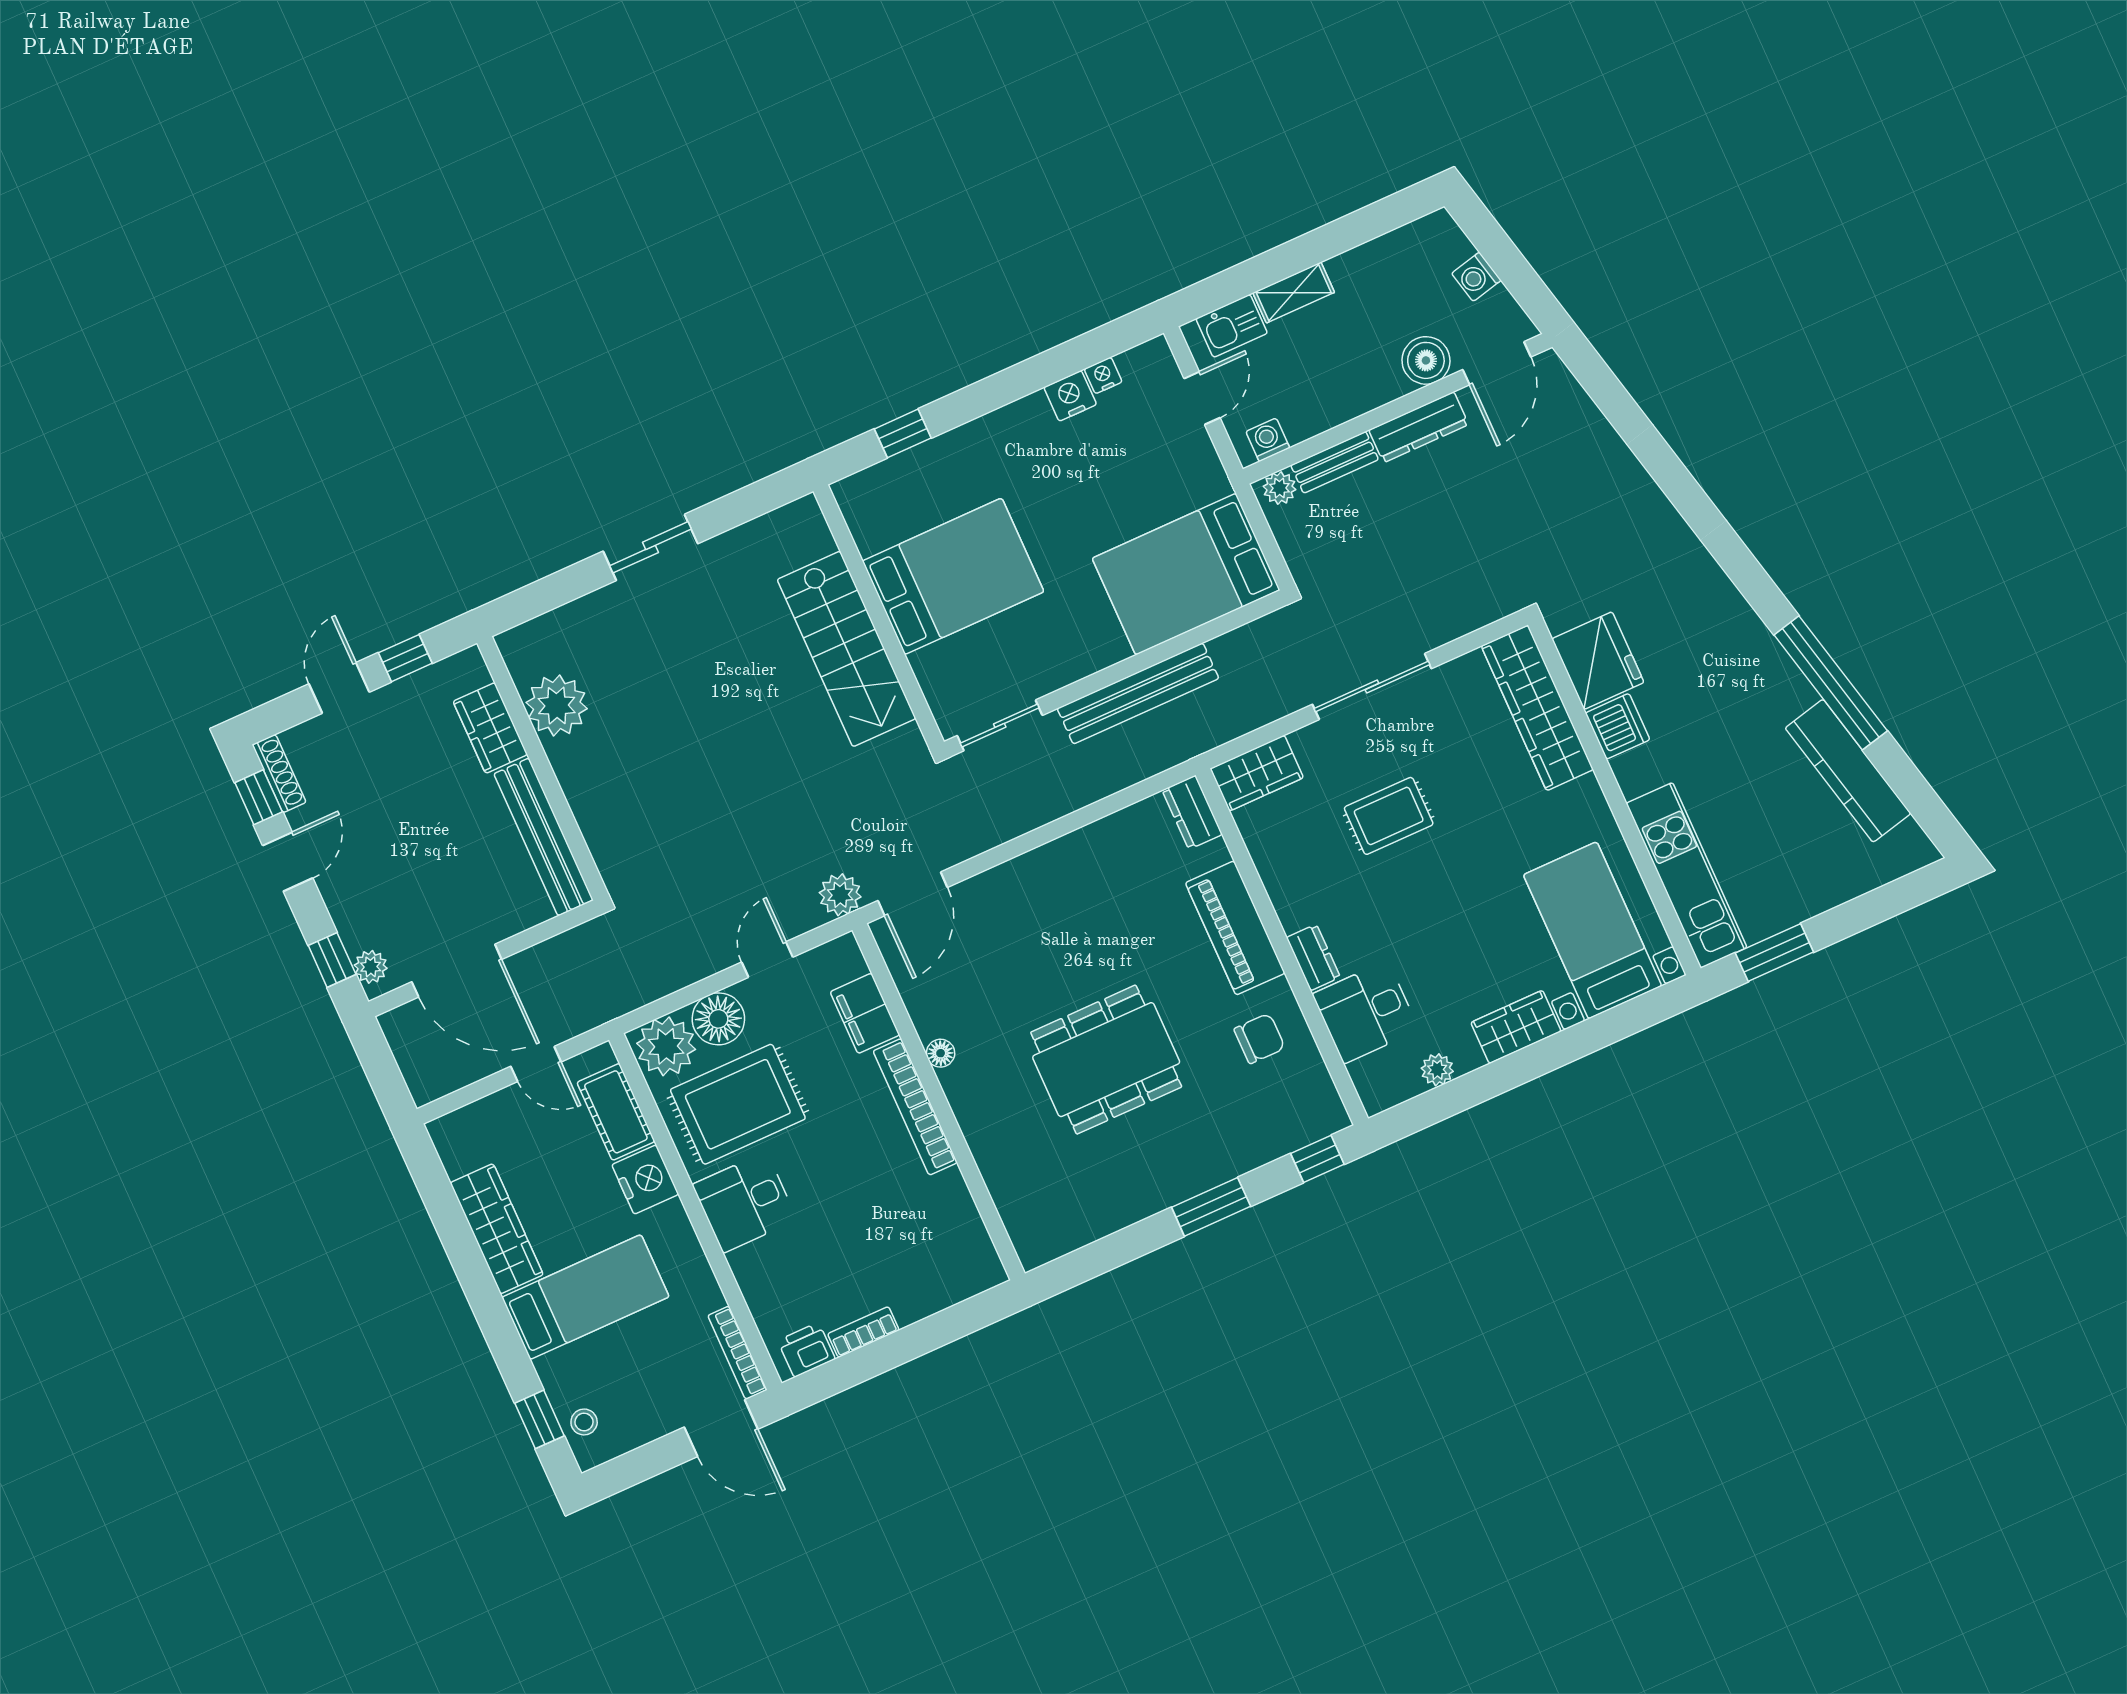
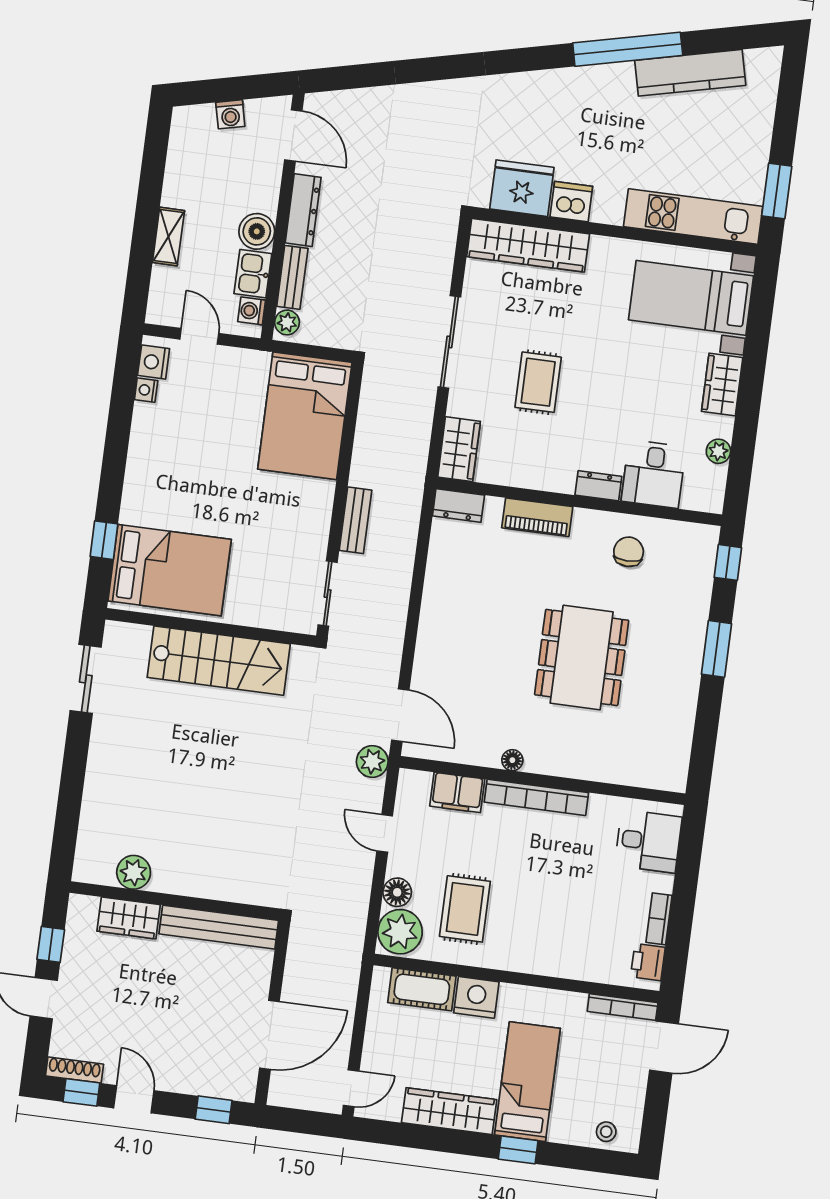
kitchen sink: (1232, 326) -> (253, 274), moved, turned 180
boiler: (1426, 360) -> (257, 231), moved
nightstand: (1070, 396) -> (154, 362), moved
sliding door: (650, 547) -> (86, 679), moved
bed: (953, 576) -> (170, 570), moved, turned 90
bench: (1138, 693) -> (355, 520), width x0.54, depth x0.82
plant: (557, 706) -> (134, 872), width x0.73, depth x0.73
piano: (1235, 928) -> (537, 517), width x0.73, depth x0.75
plant: (371, 967) -> (233, 1088), removed
floor lamp: (718, 1019) -> (397, 892), width x0.73, depth x0.73
door: (536, 1064) -> (351, 1088), moved
rug: (738, 1104) -> (465, 909), width x0.73, depth x0.70
desk: (745, 1202) -> (648, 841), moved, turned -90
window: (540, 1419) -> (518, 1150), moved

